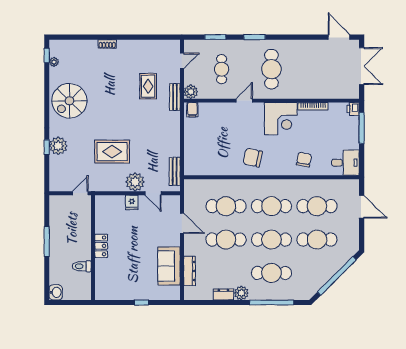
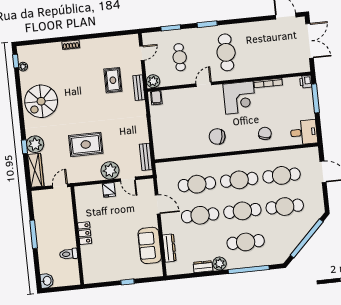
wardrobe: (56, 174) -> (36, 170), added

